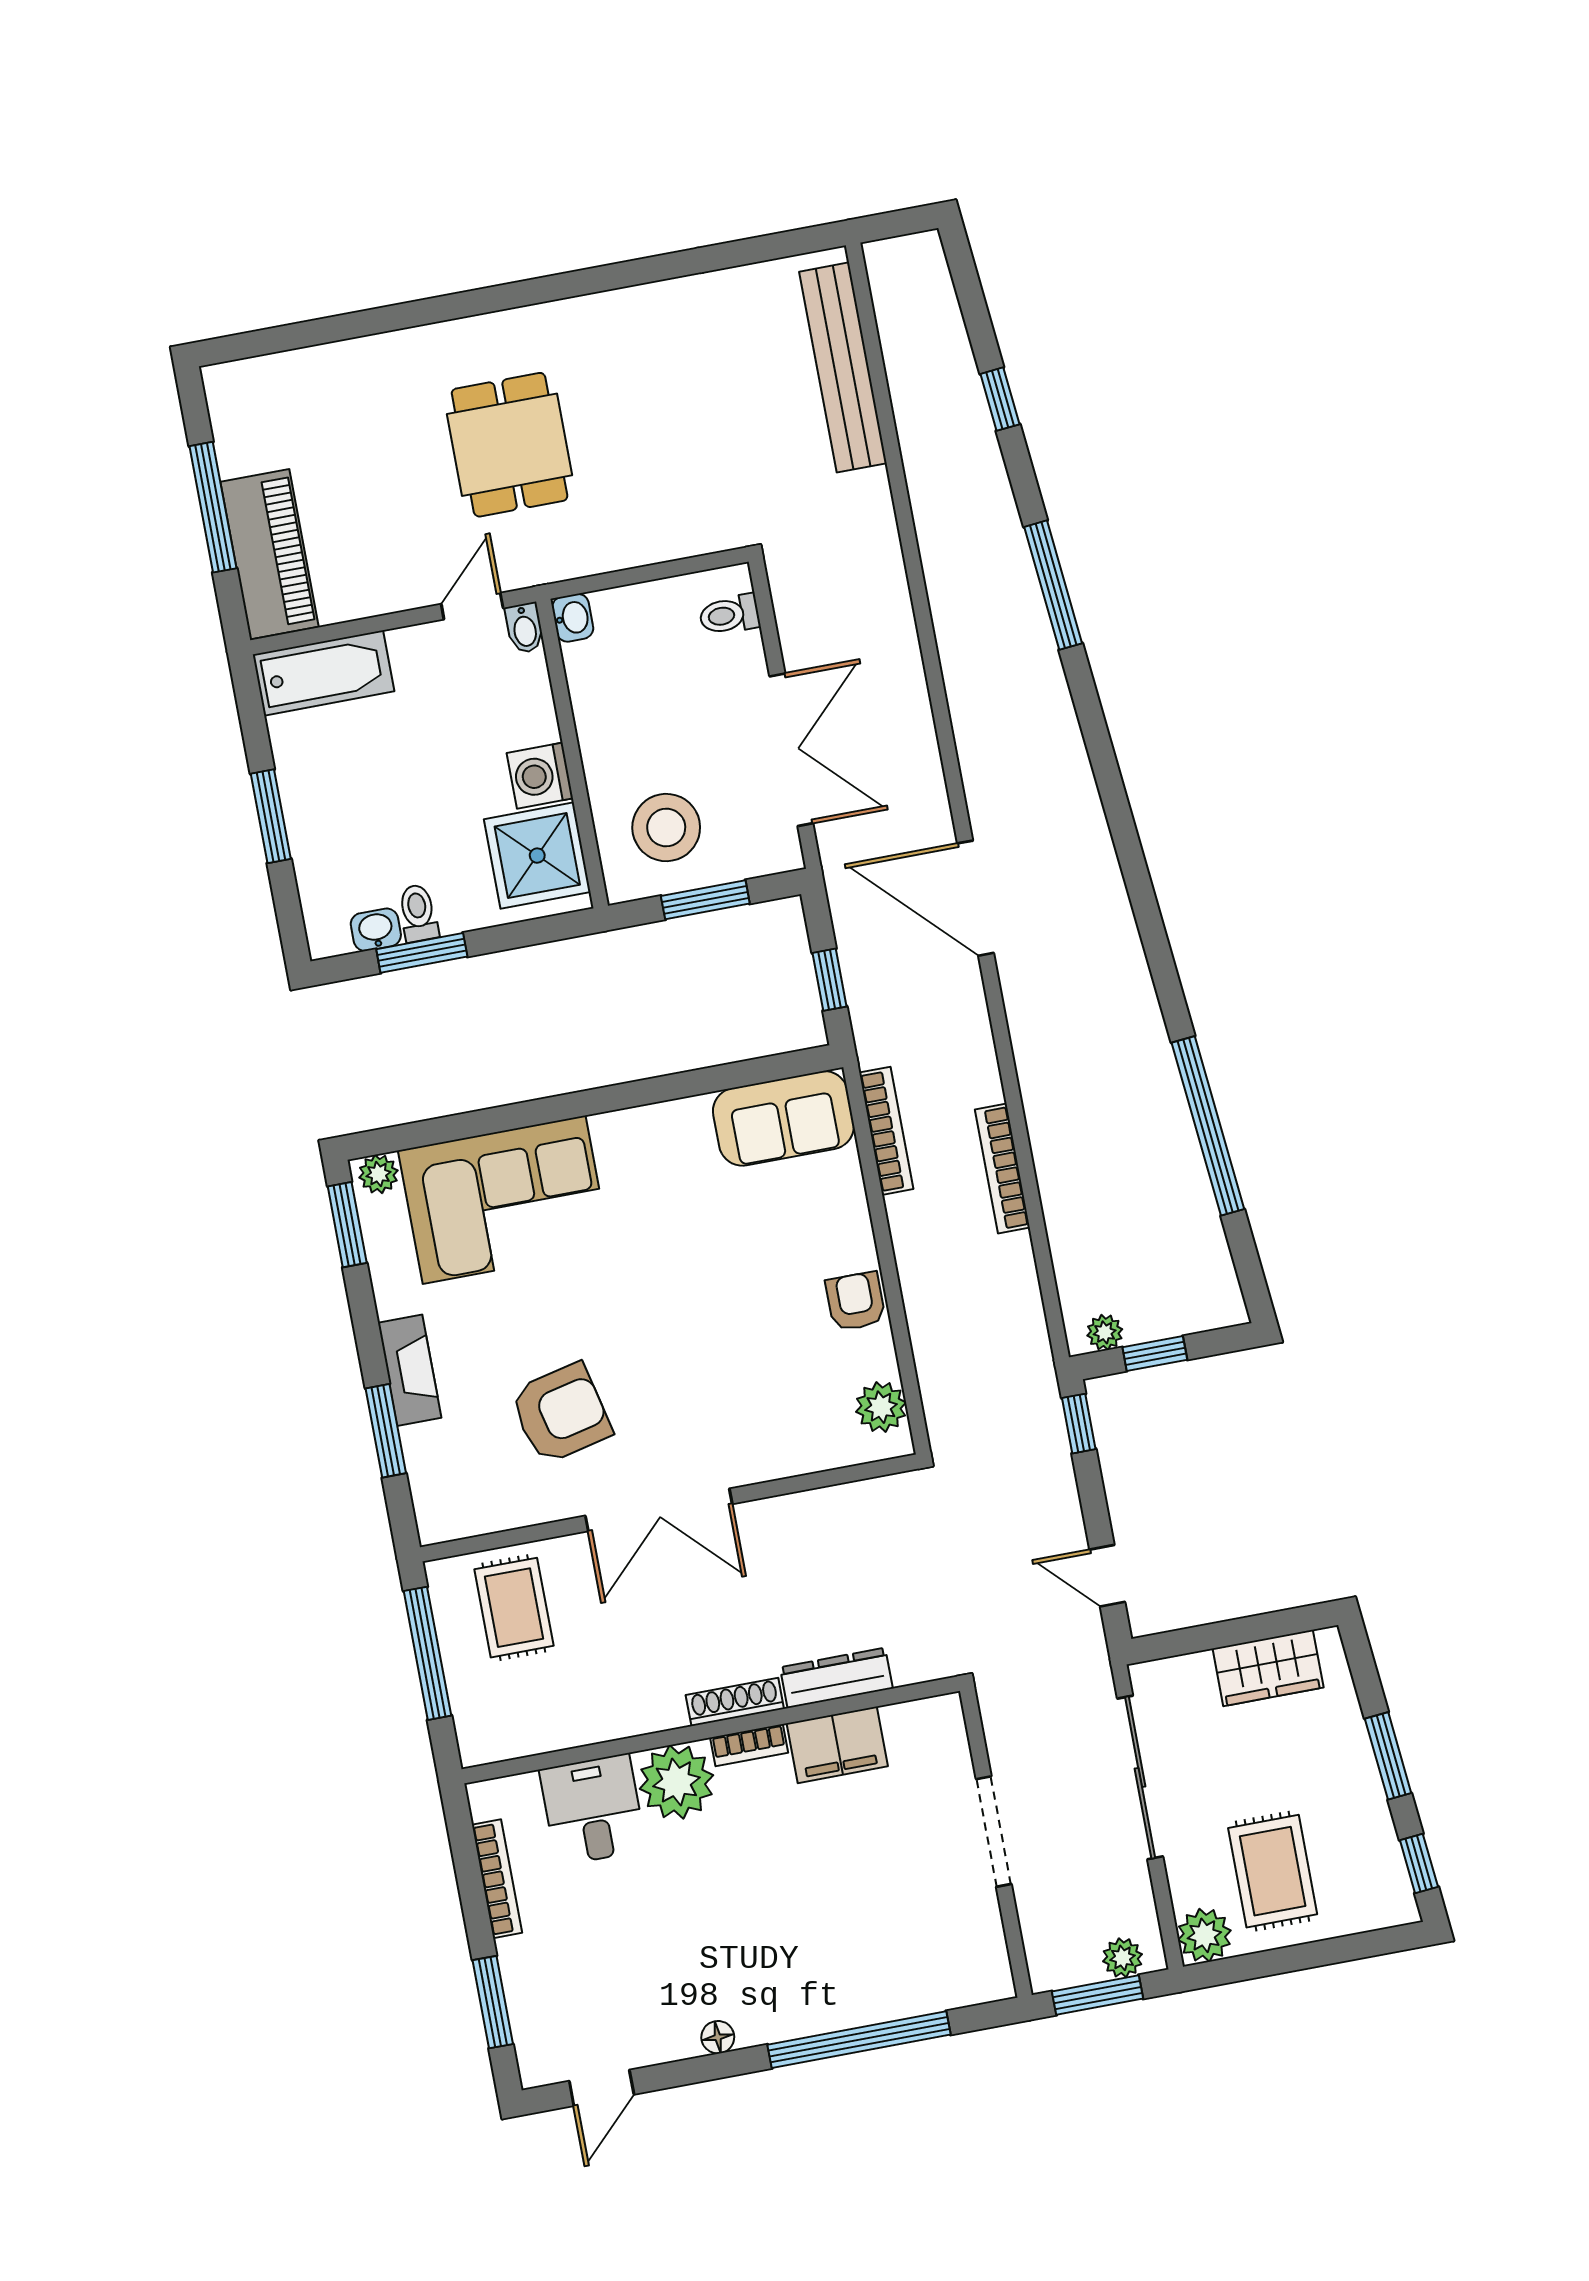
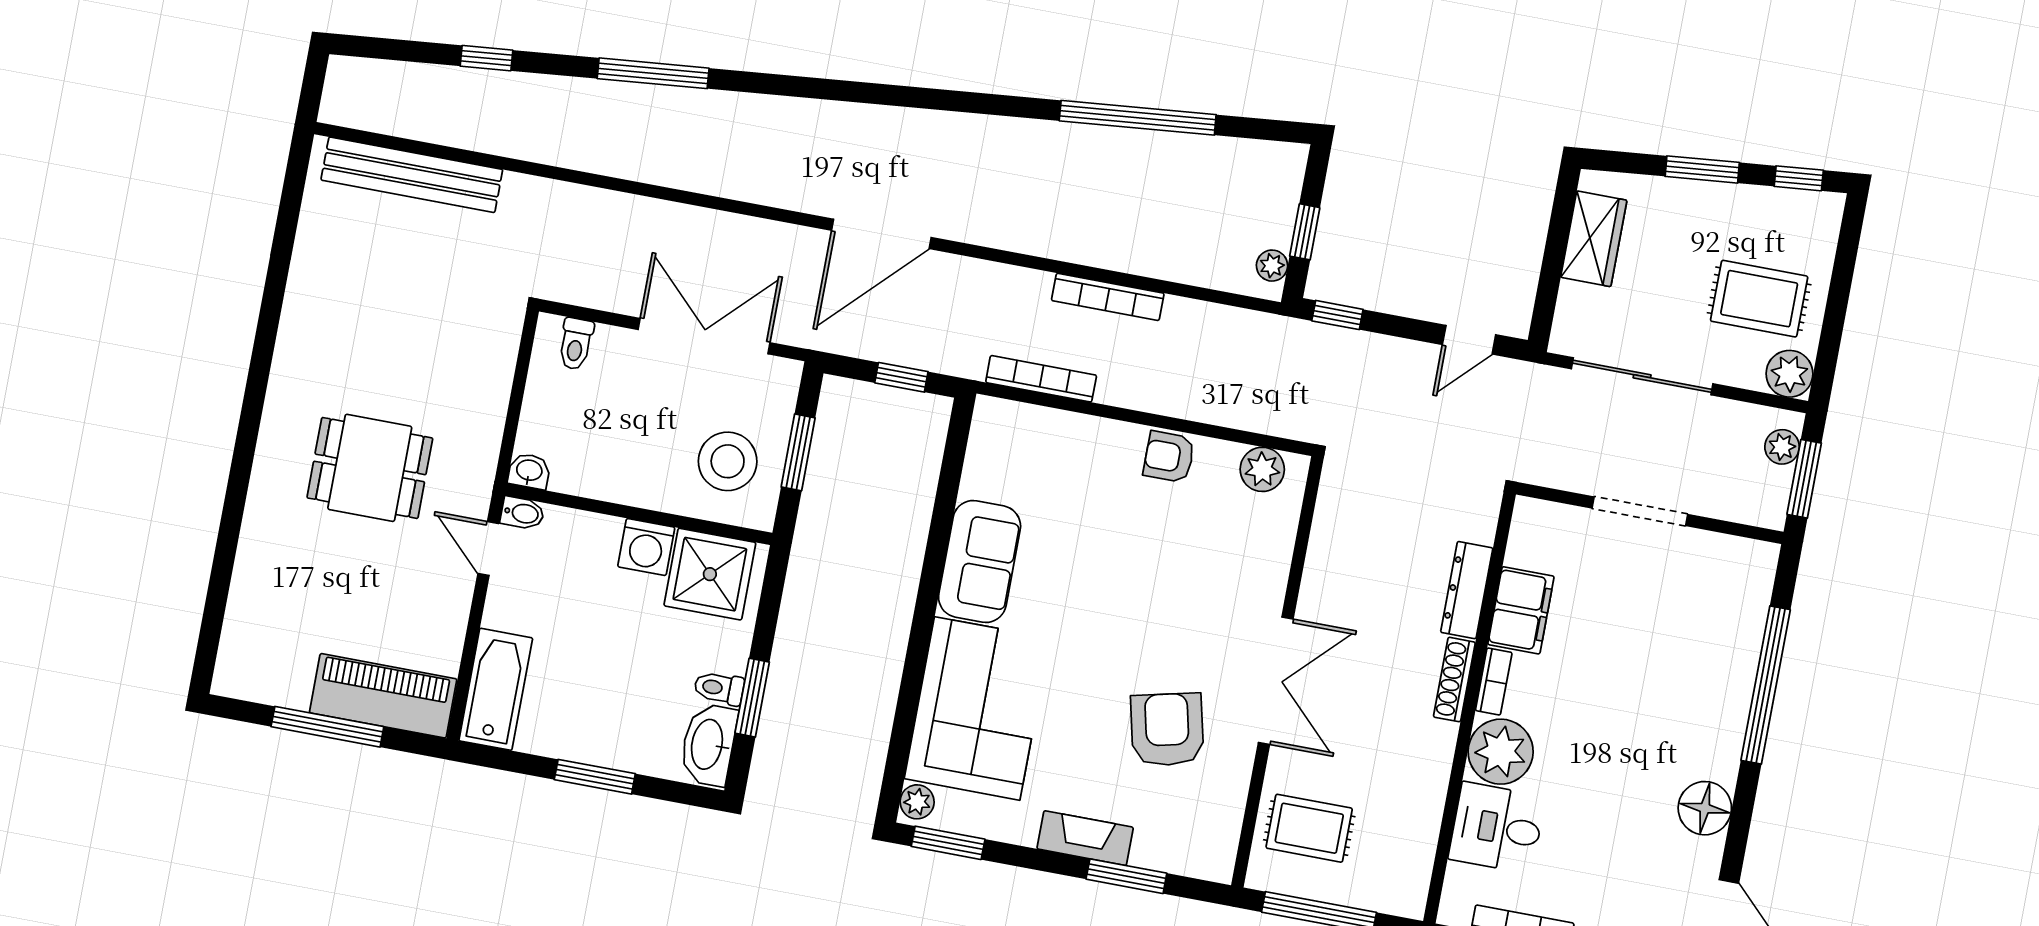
washbasin: (376, 930) -> (708, 745), width x1.91, depth x1.45
sofa: (783, 1118) -> (980, 562), moved
floor lamp: (718, 2037) -> (1705, 808), width x1.89, depth x1.89

